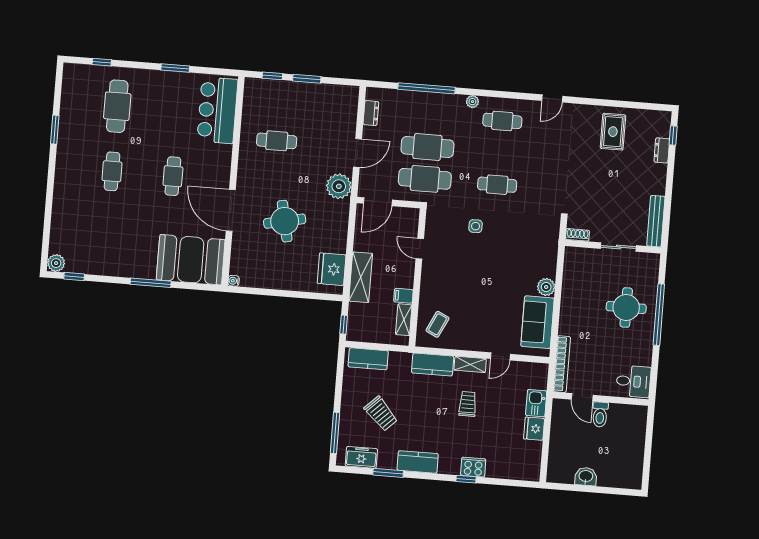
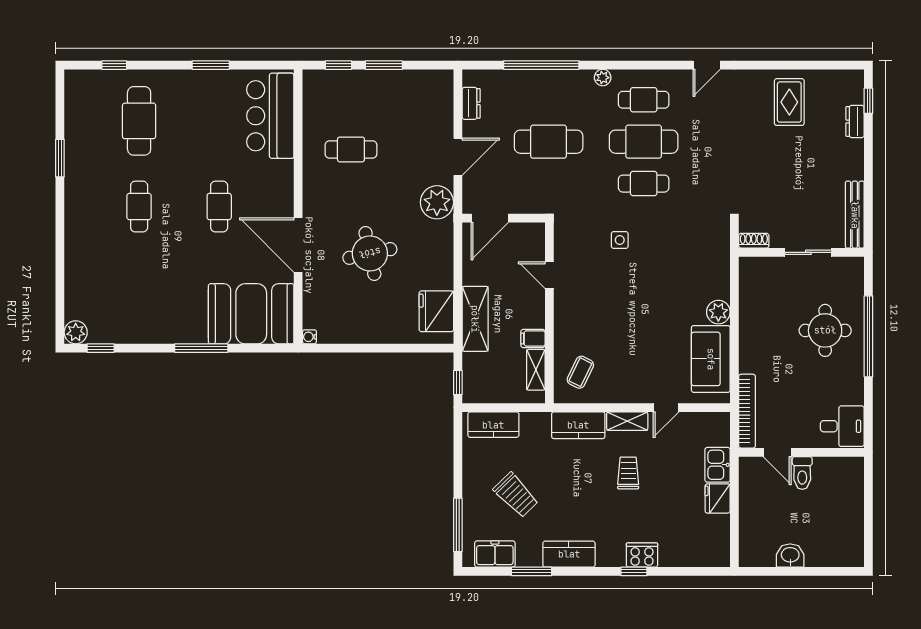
cafe table: (425, 179) -> (644, 142), moved

